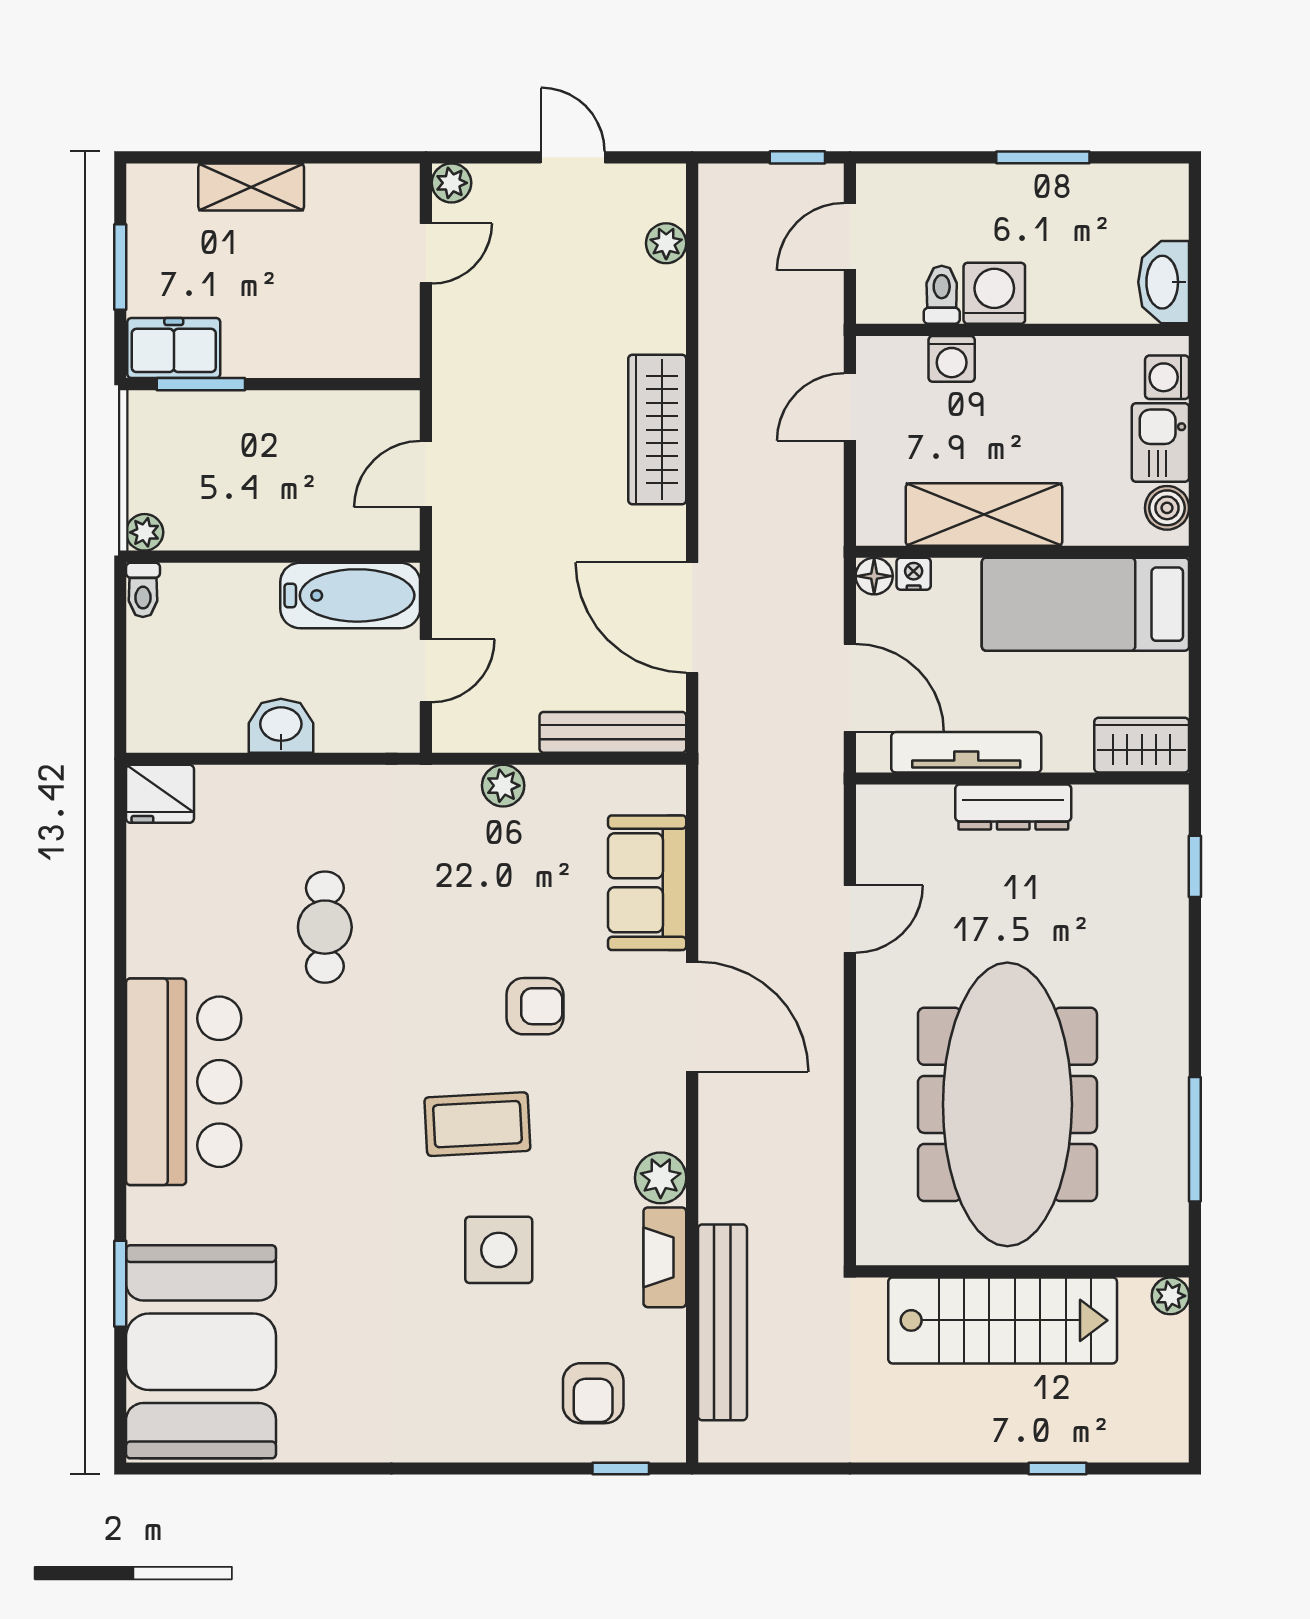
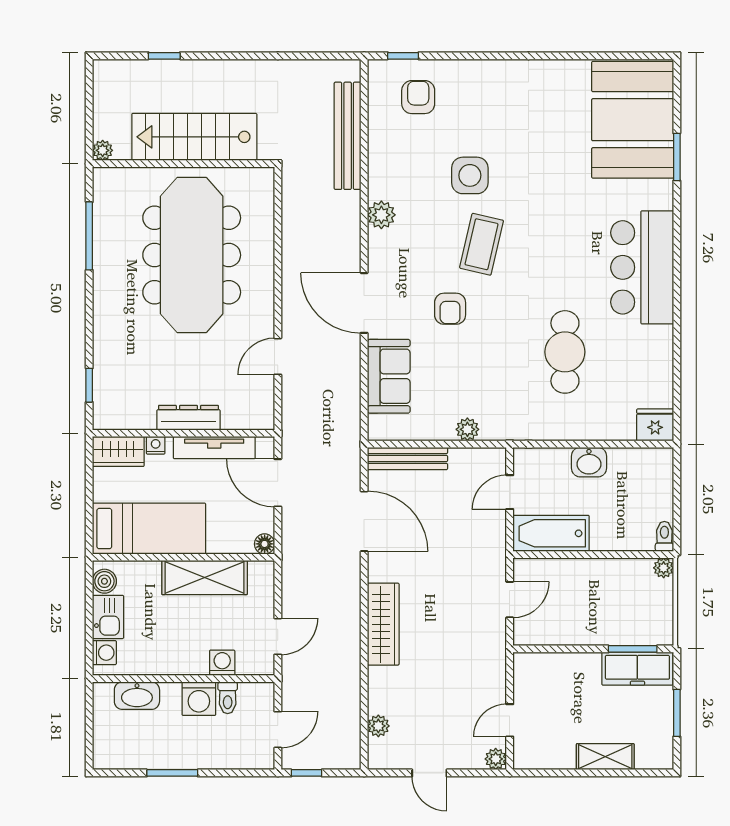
washbasin: (1164, 282) -> (137, 696), moved, turned 90
freezer: (174, 348) -> (637, 669), width x1.40
nightstand: (914, 574) -> (156, 445), moved, turned 180
cafe table: (325, 927) -> (565, 352), width x1.37, depth x1.35
armchair: (535, 1006) -> (450, 309), turned -90
coffee table: (477, 1124) -> (482, 244), turned -74
fireplace: (665, 1257) -> (379, 171), removed

